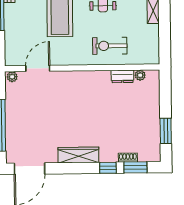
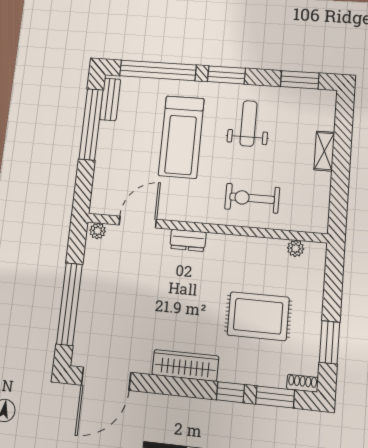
dresser: (122, 76) -> (188, 240), moved
rug: (121, 120) -> (258, 316), added
shoe rack: (128, 158) -> (302, 383), moved

